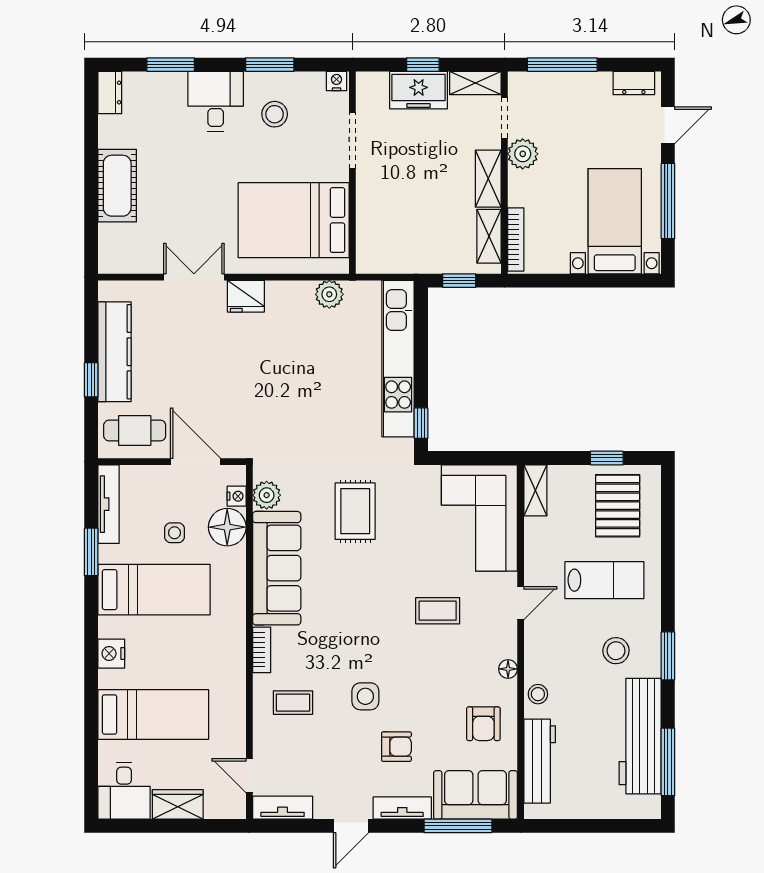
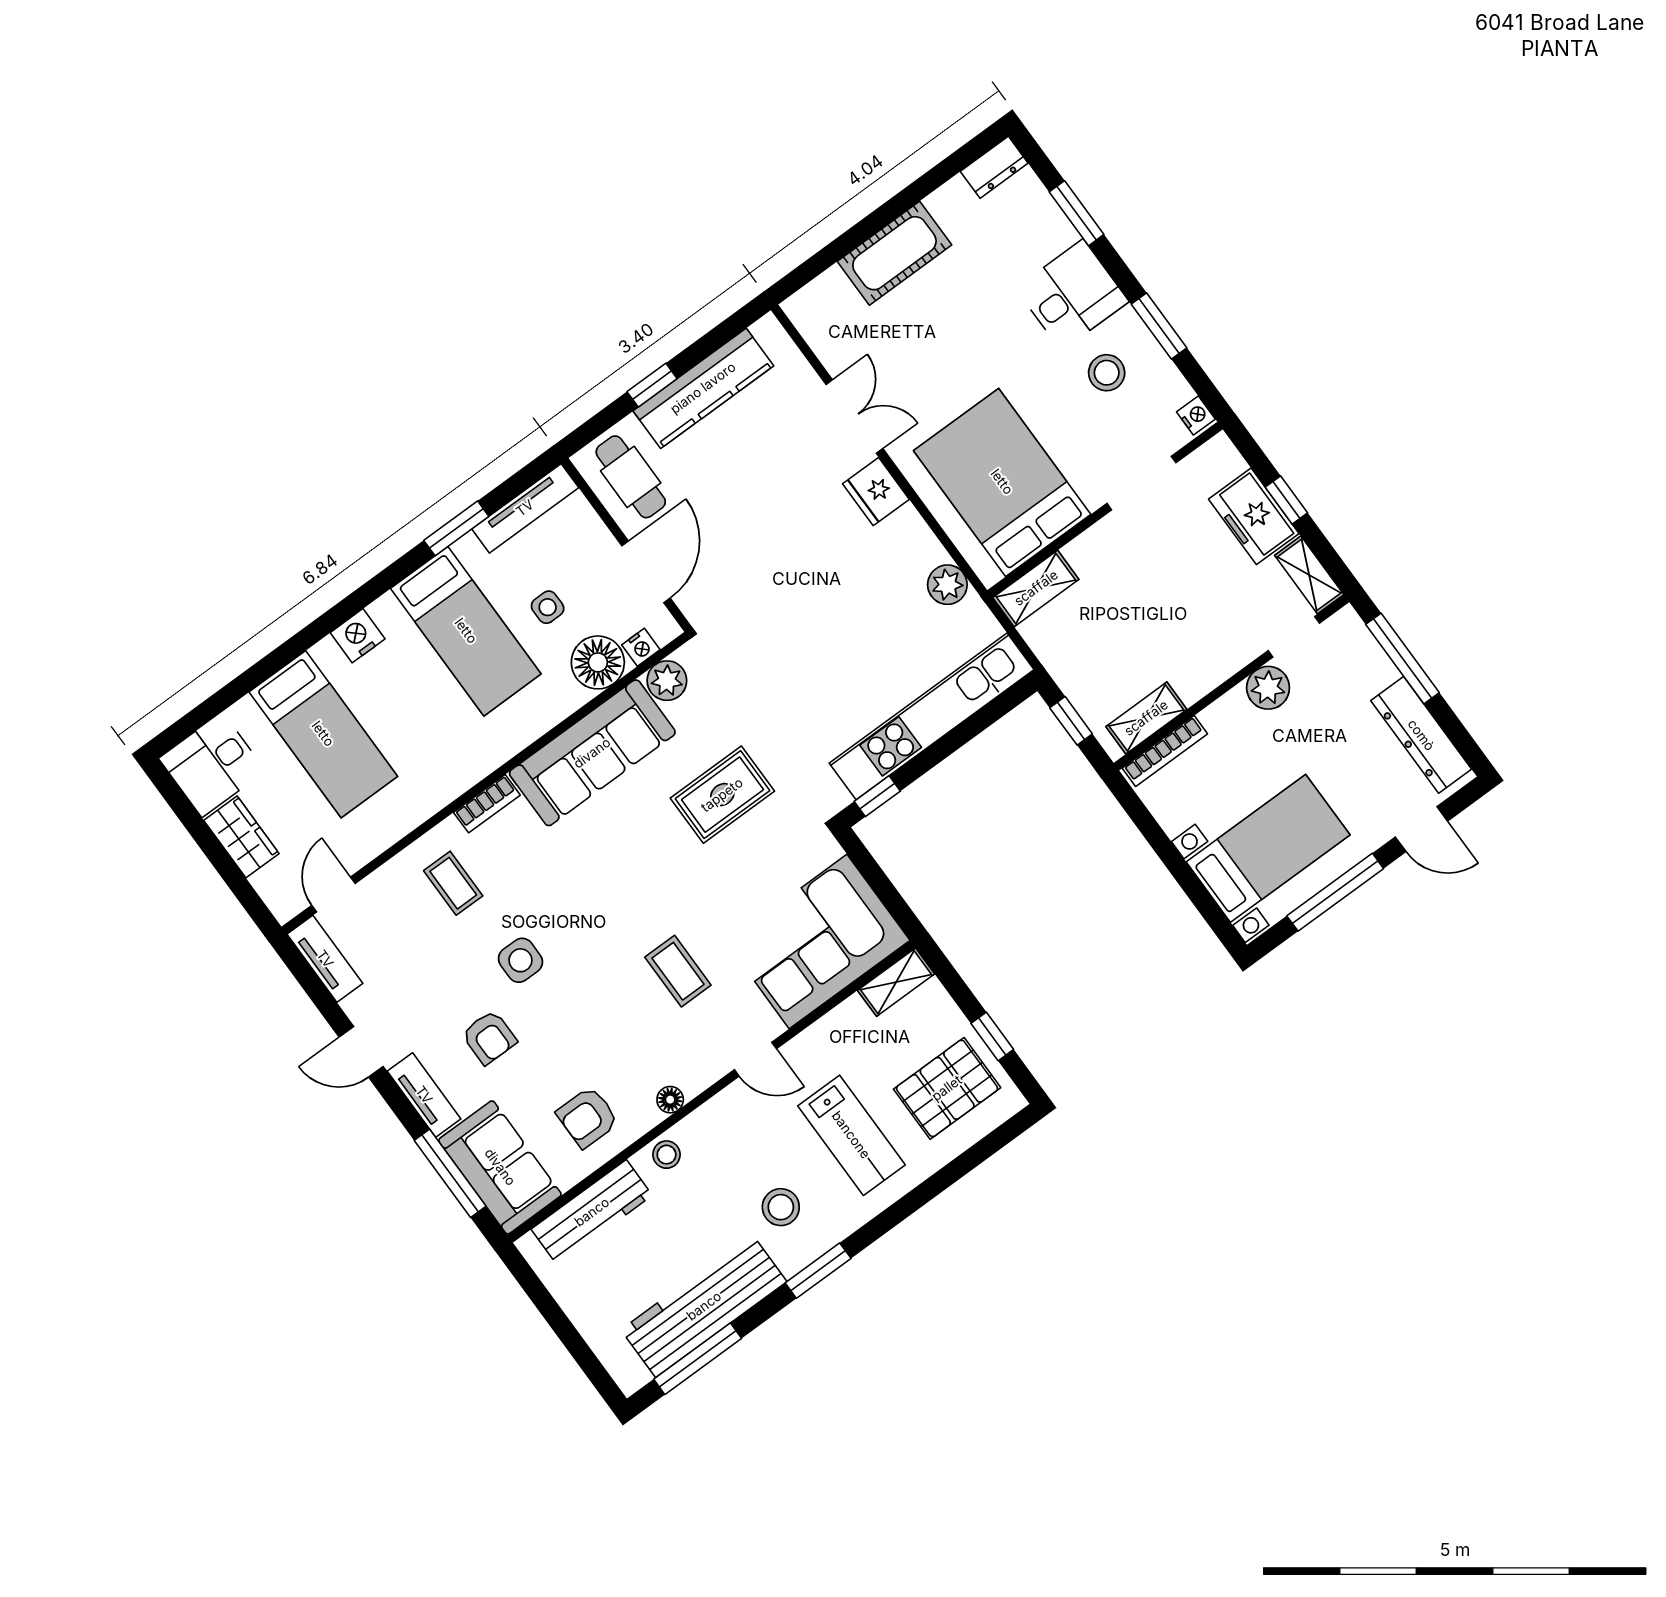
dresser: (634, 83) -> (1421, 735), width x1.96, depth x1.24
shelving: (488, 179) -> (1036, 588), moved

